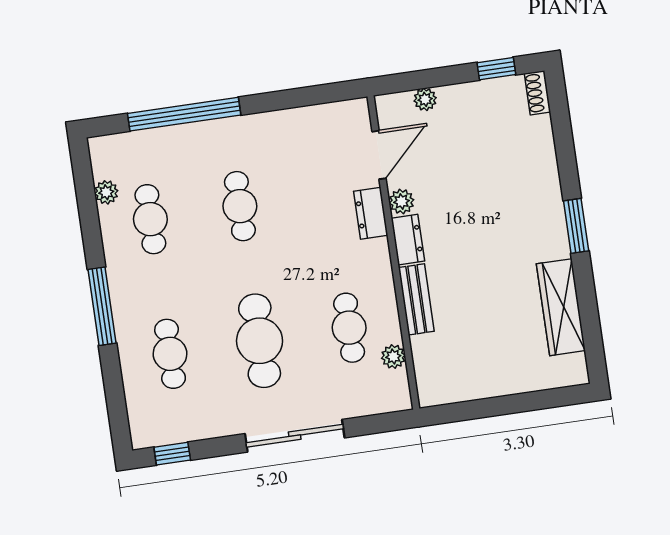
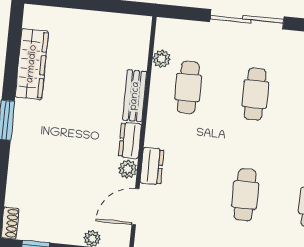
cafe table: (260, 341) -> (255, 94), width x0.73, depth x0.74

